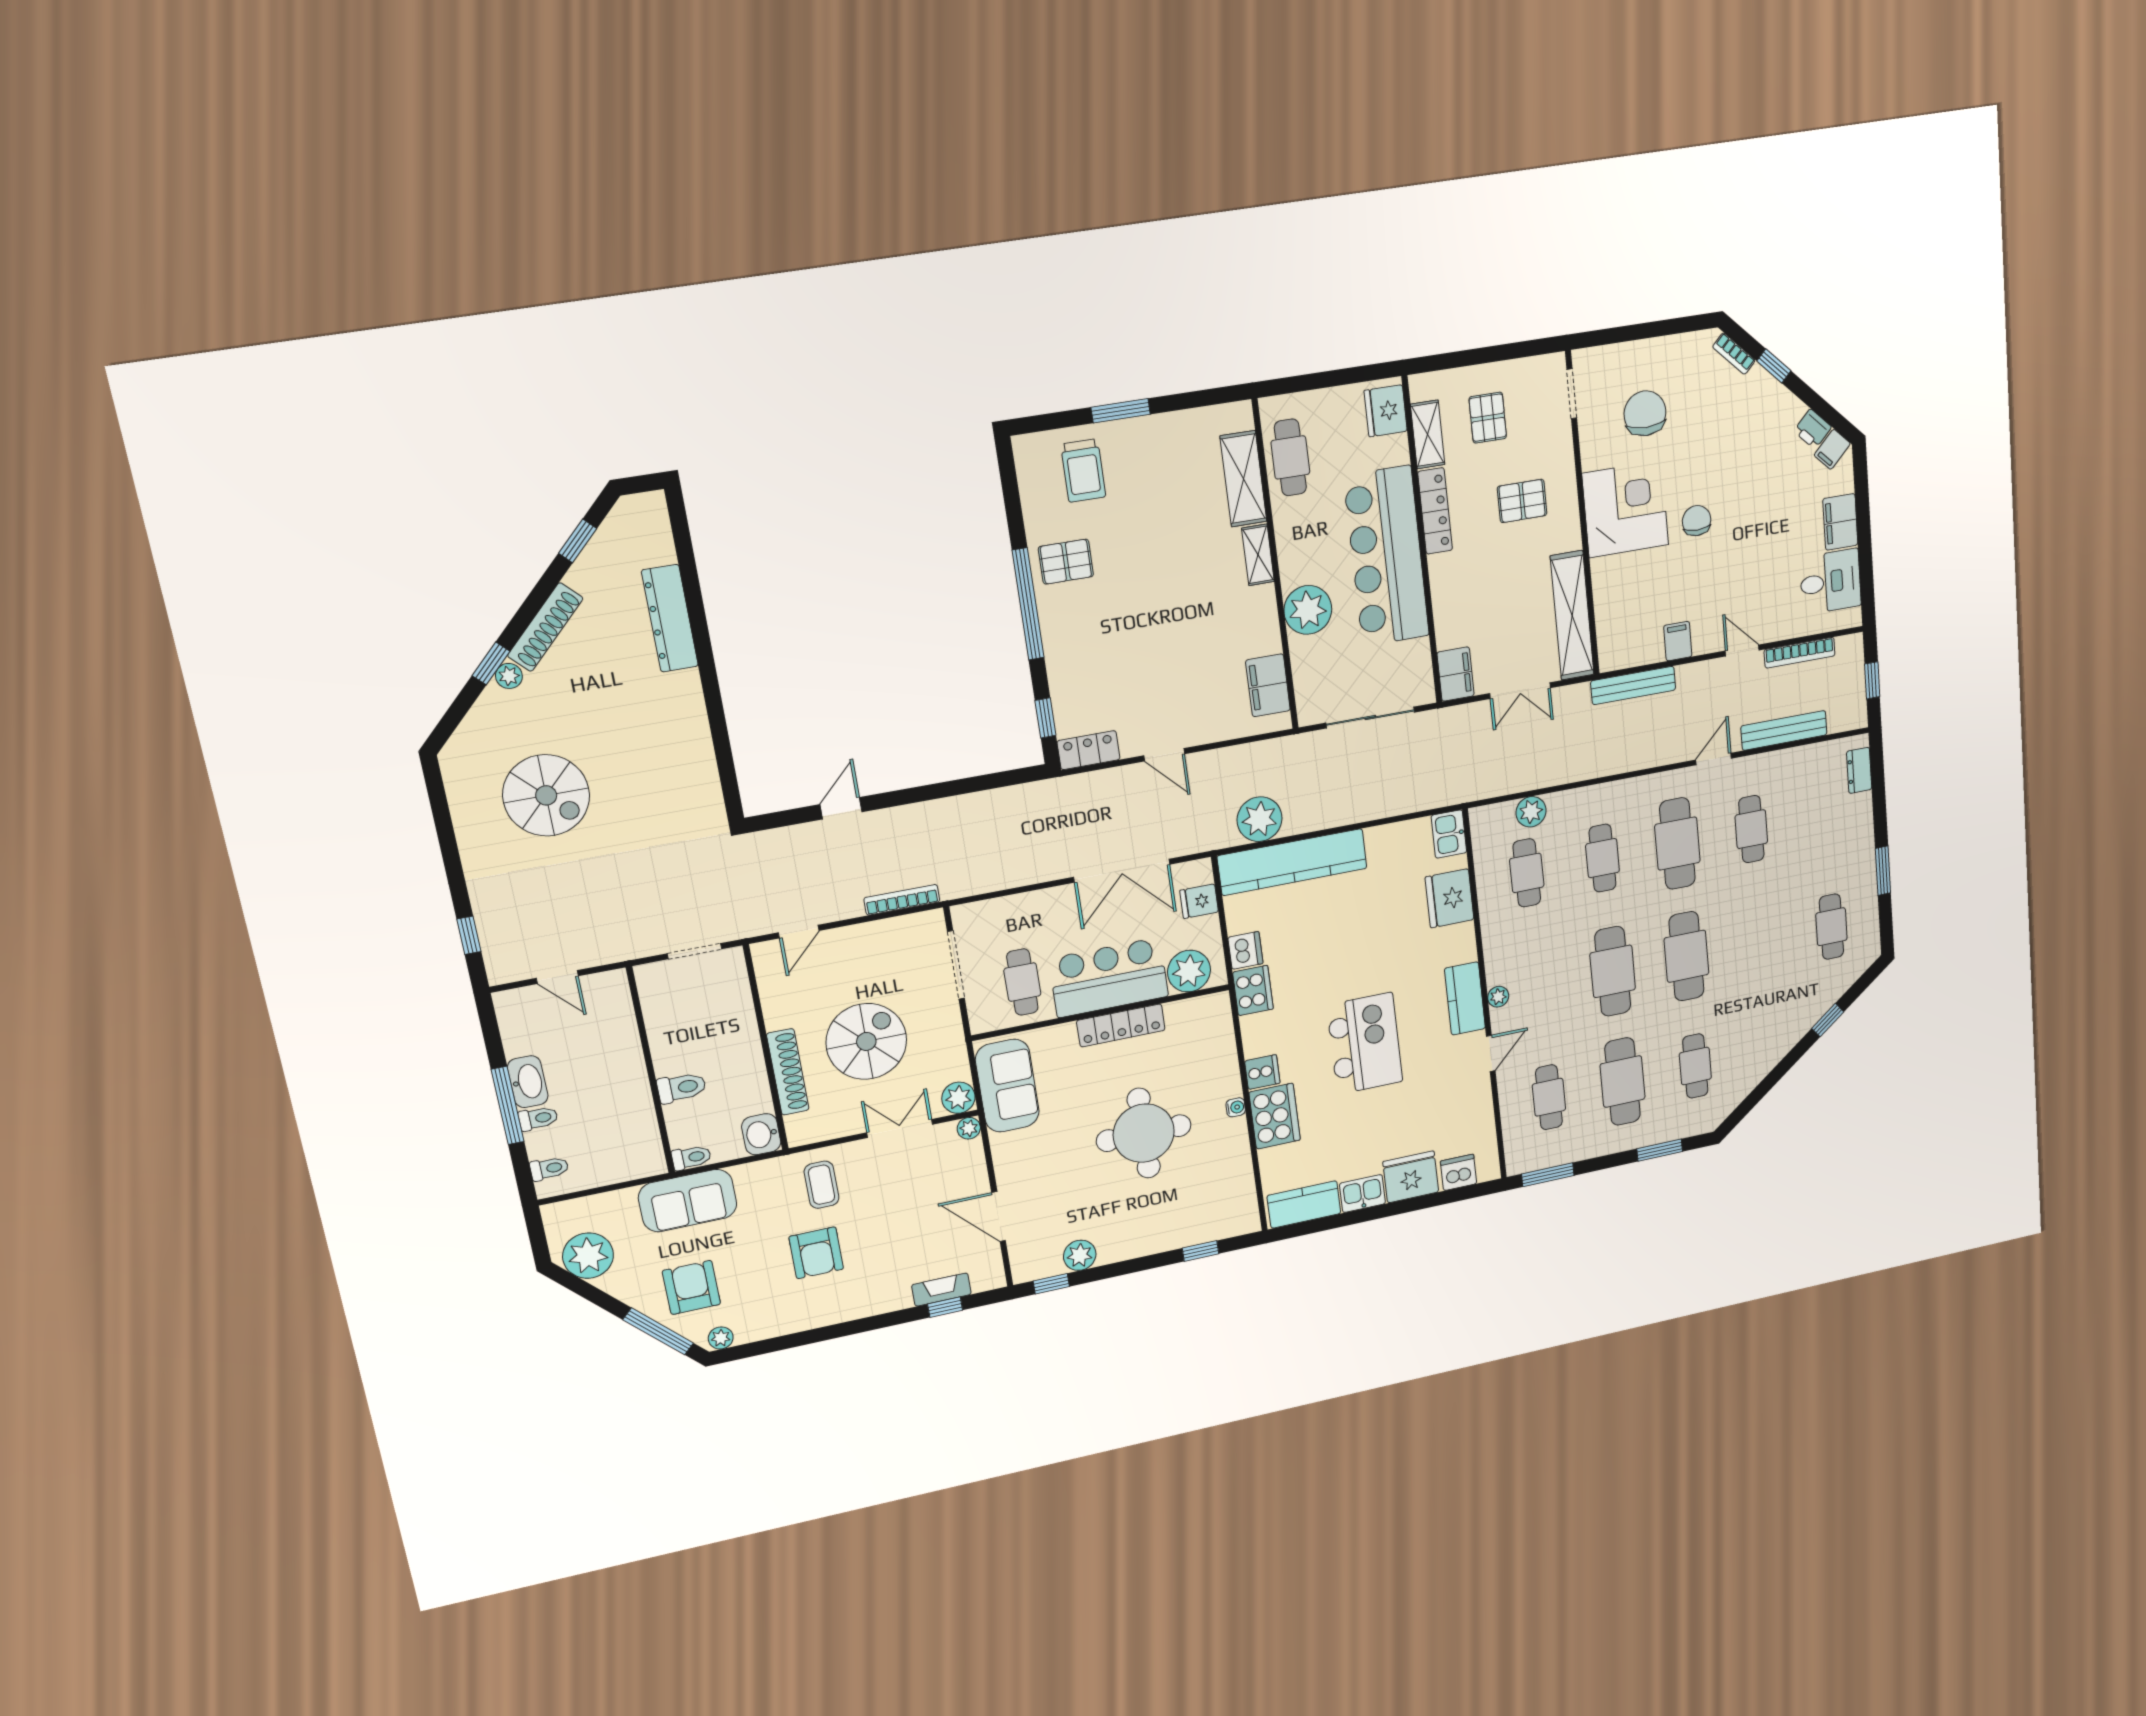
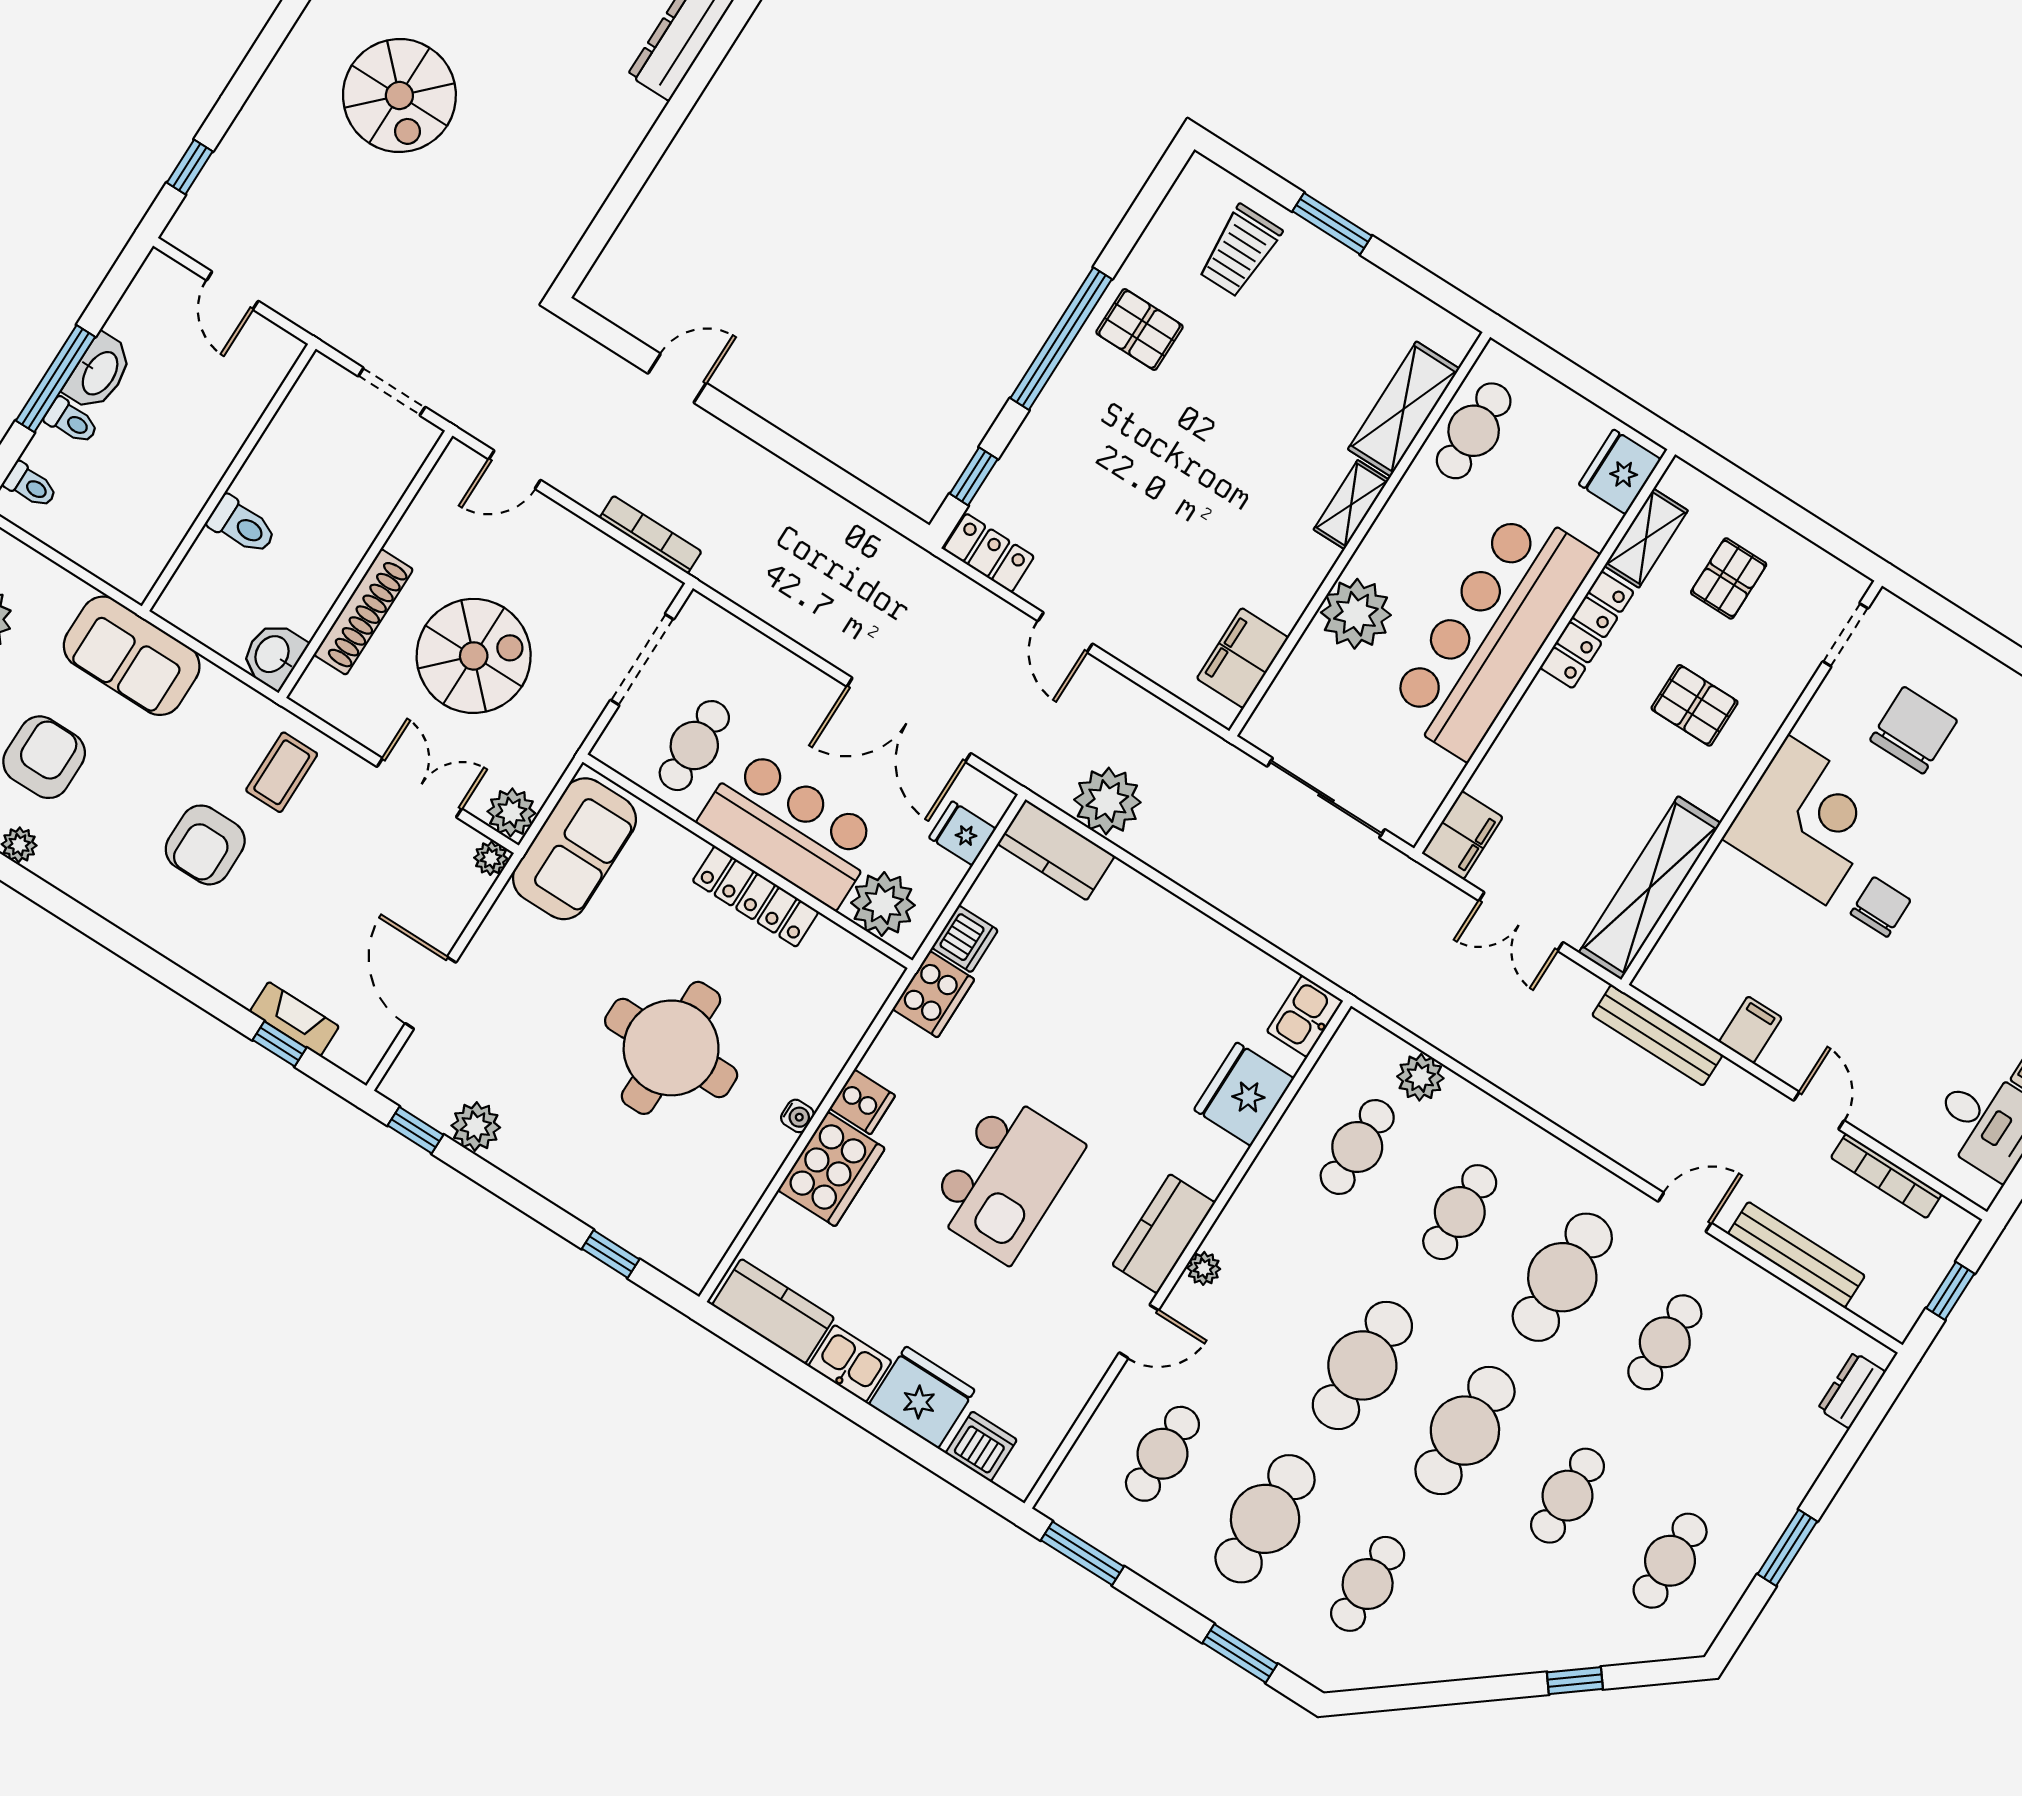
kitchen counter: (1292, 862) -> (1056, 850), width x0.48, depth x0.86
cafe table: (1759, 941) -> (1568, 1496), added
toilet: (691, 1157) -> (180, 612), removed

